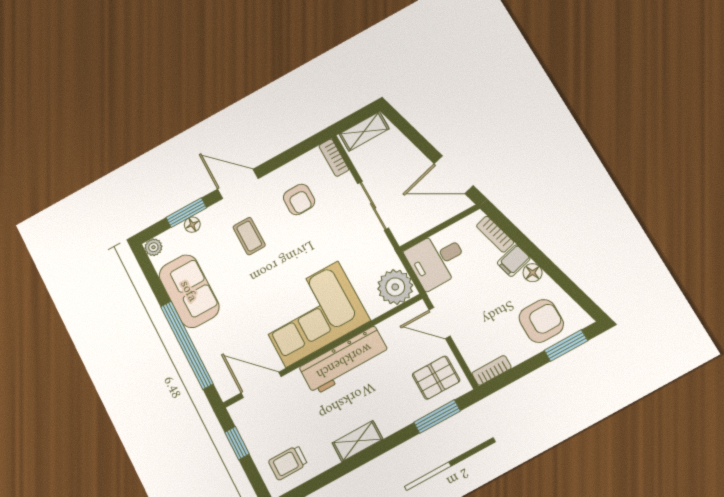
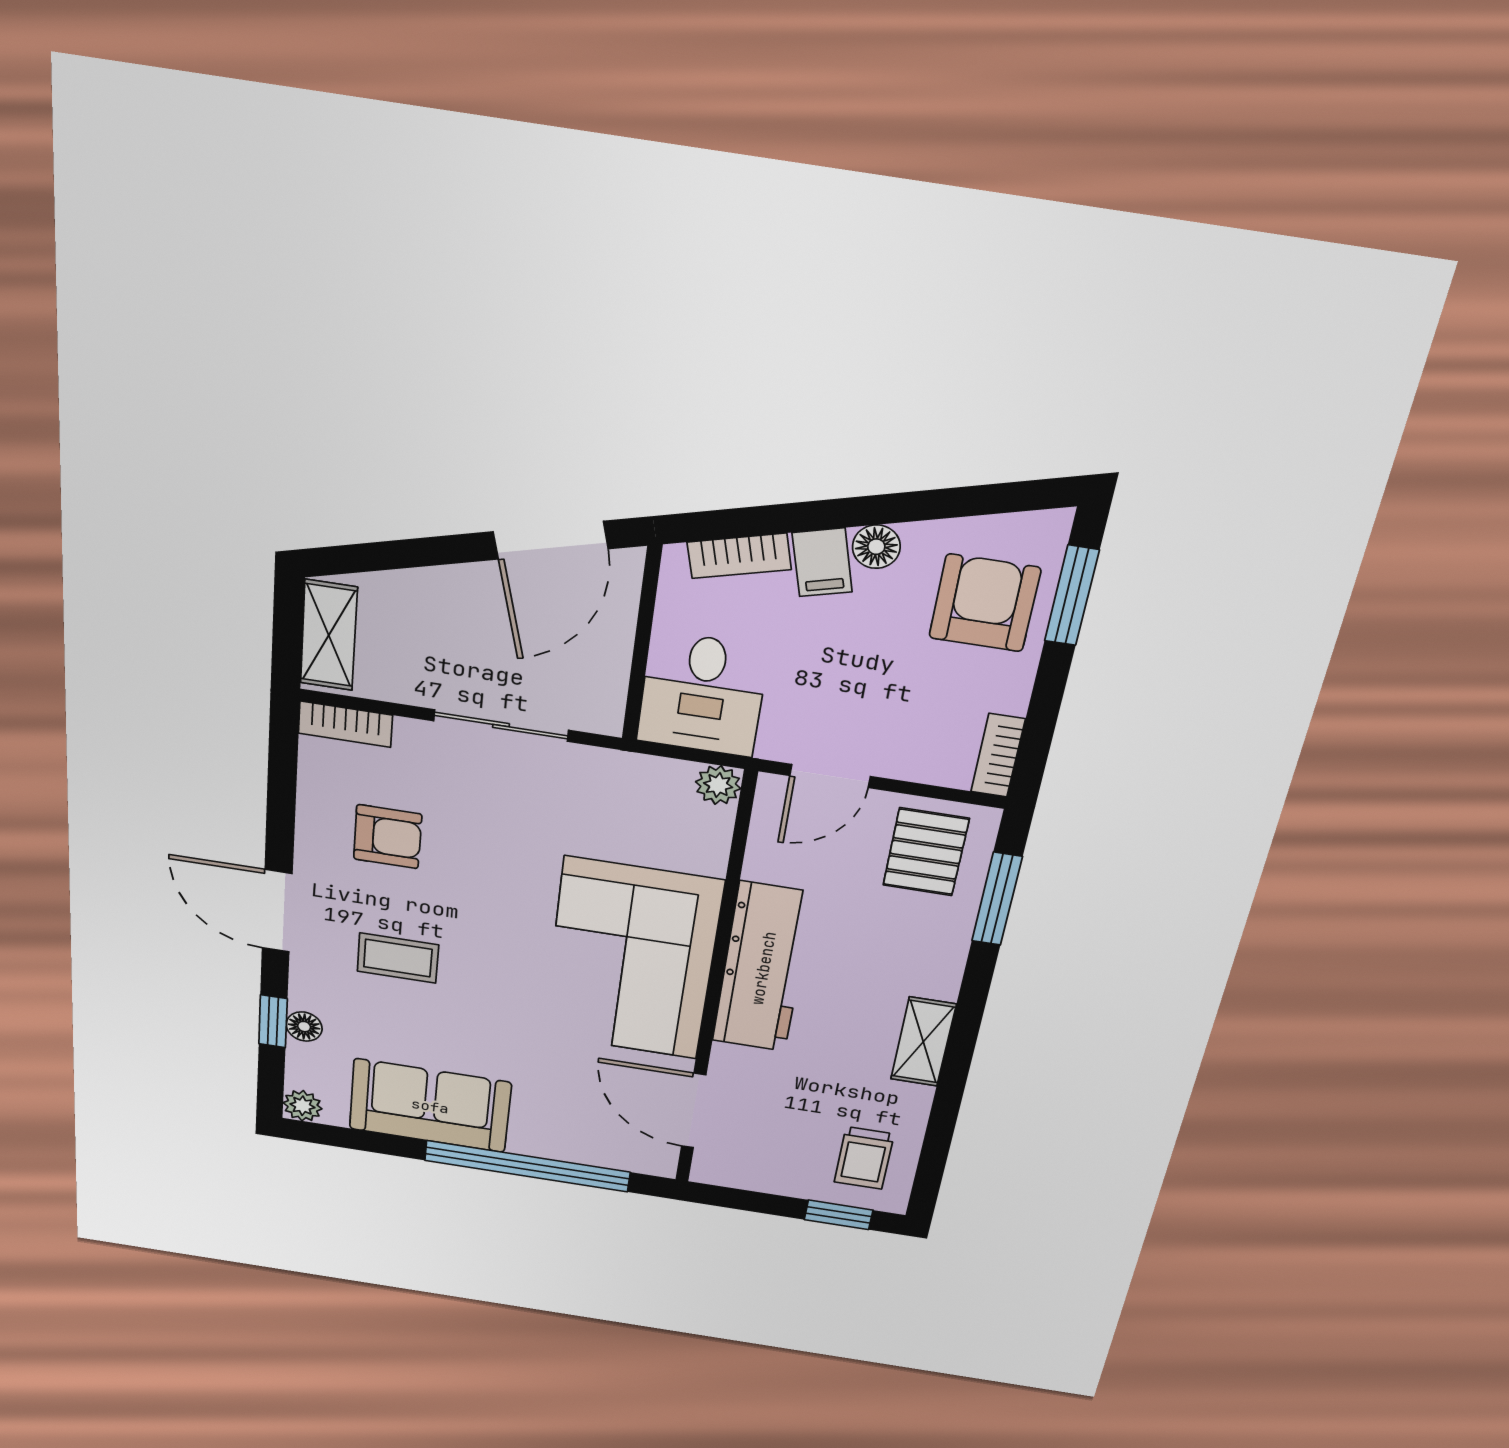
door: (238, 184) -> (277, 911), hinge flipped
window: (186, 213) -> (273, 1021), width x0.67
plant: (395, 287) -> (718, 785), width x0.53, depth x0.53
door: (261, 385) -> (694, 1111), hinge flipped
window: (237, 443) -> (839, 1215), moved

